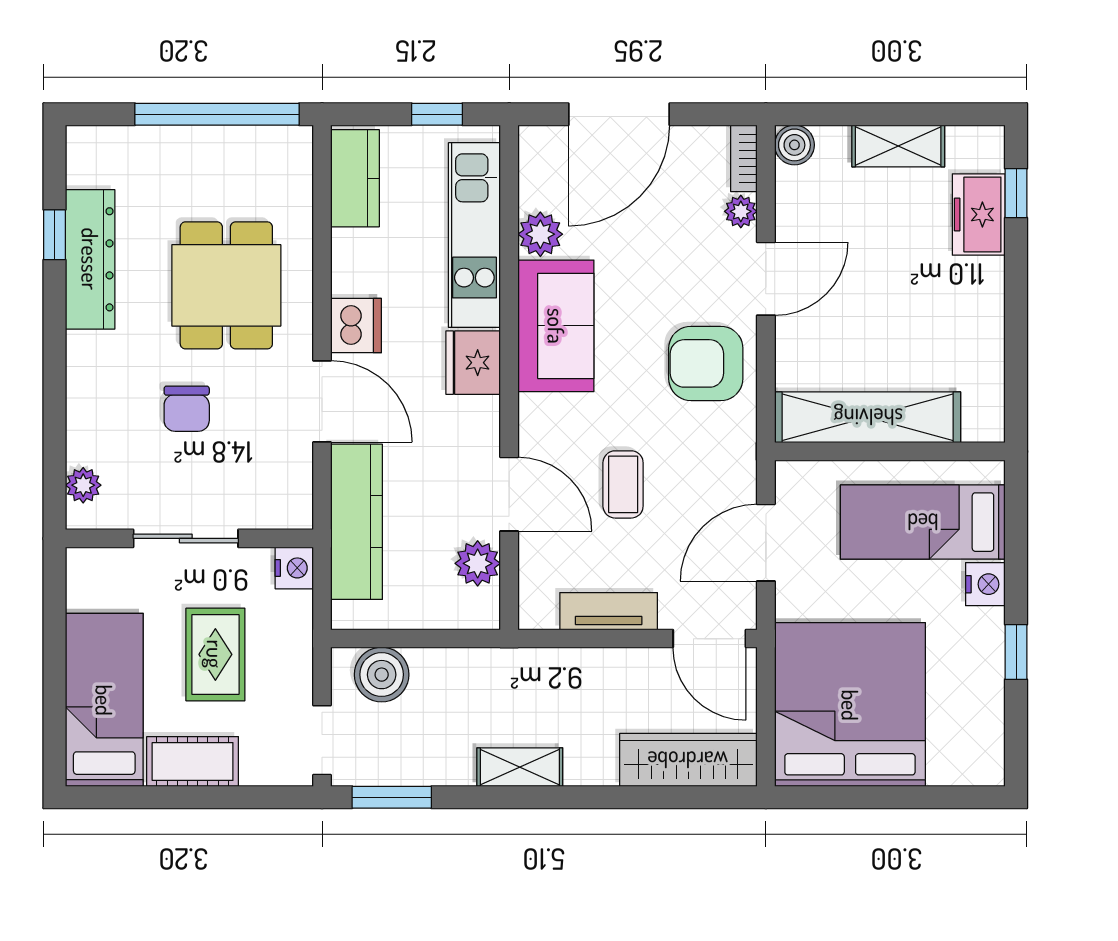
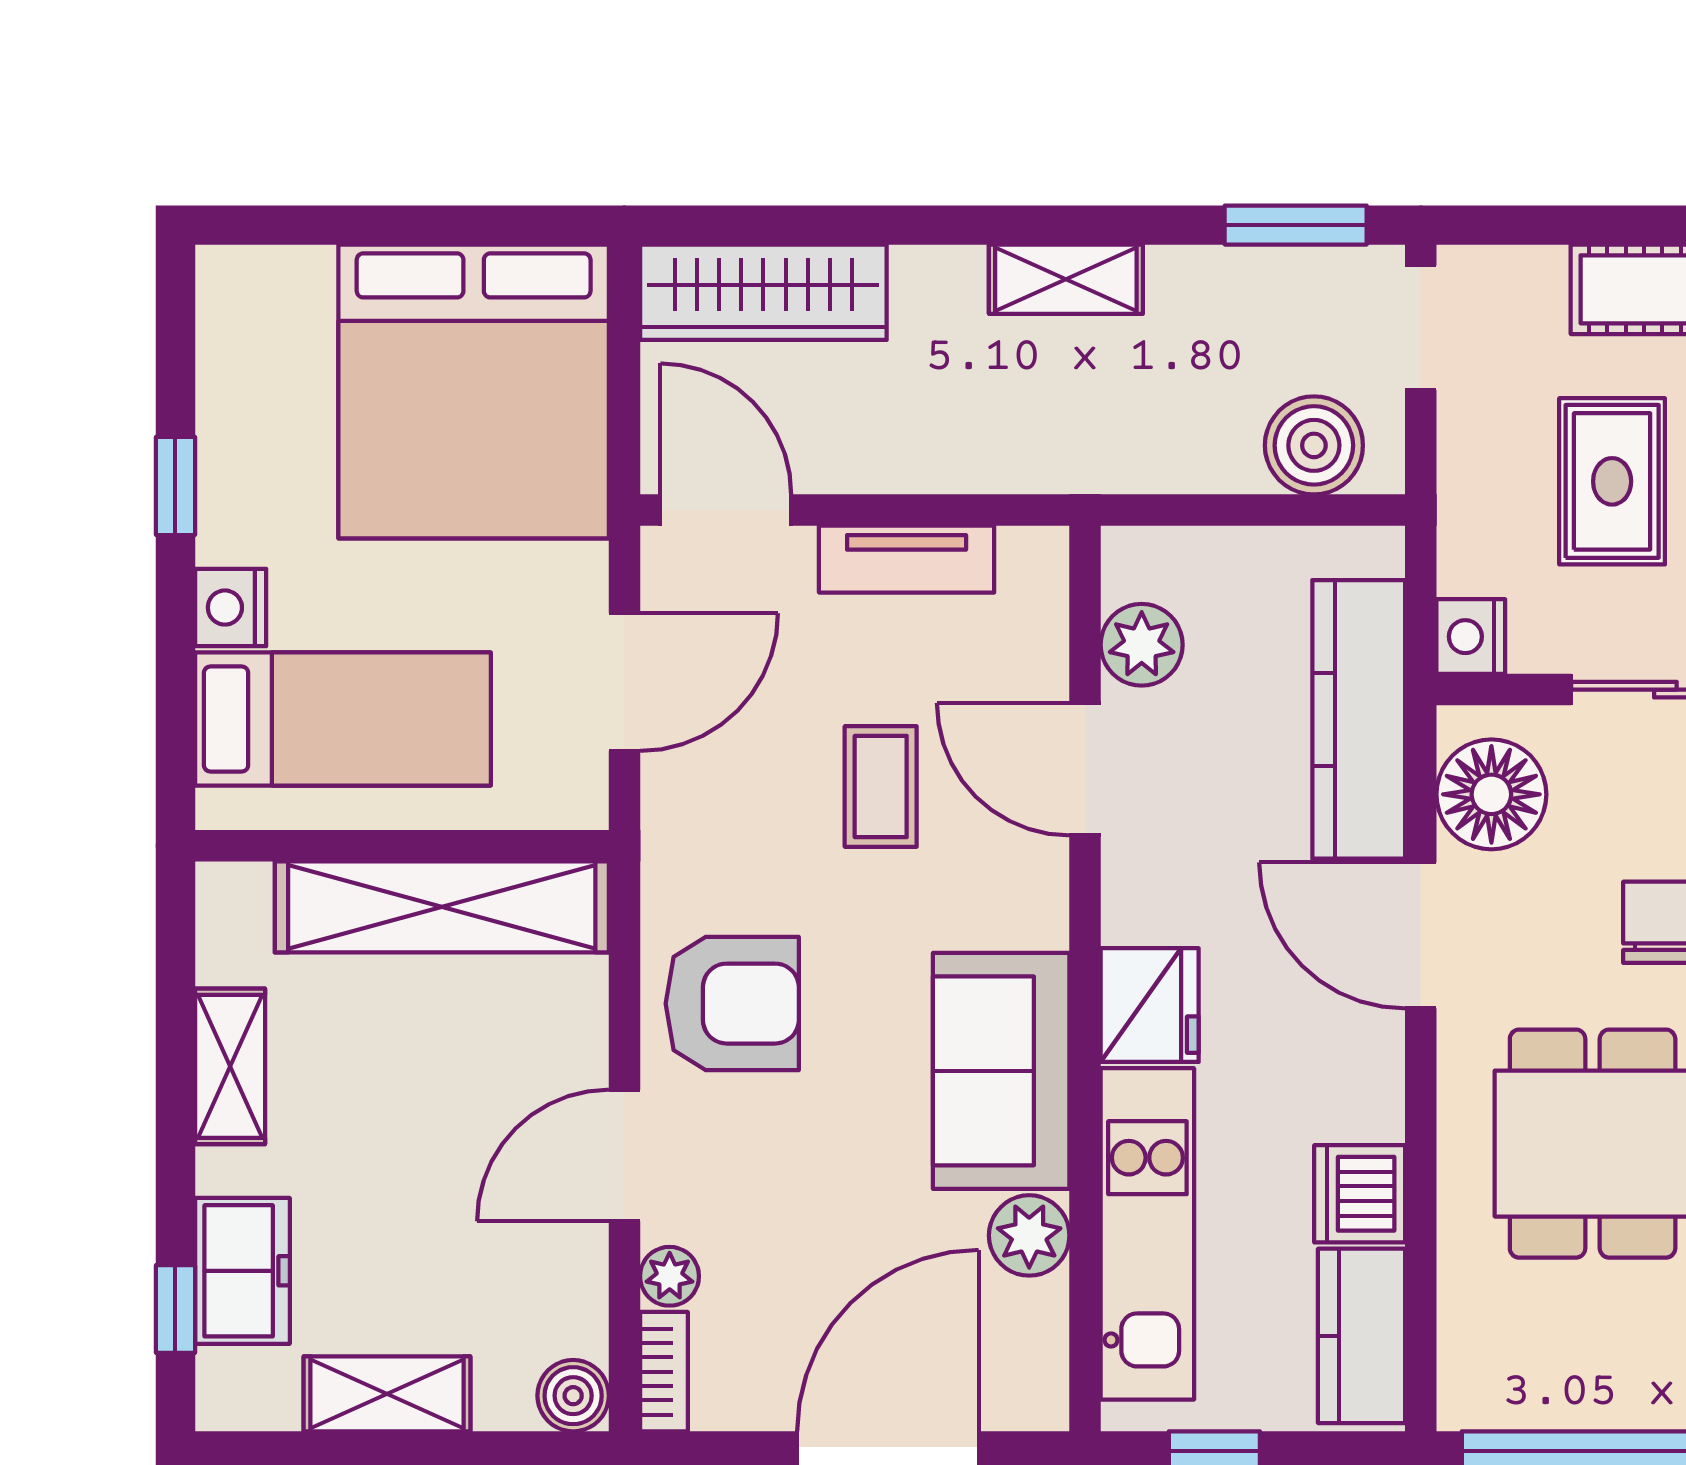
dishwasher: (356, 326) -> (1360, 1194), moved
shelving: (986, 328) -> (230, 1066), added
floor lamp: (283, 480) -> (1491, 794), added

